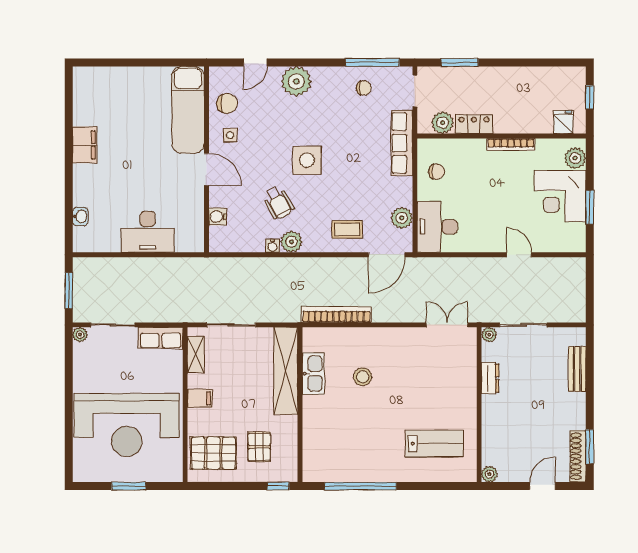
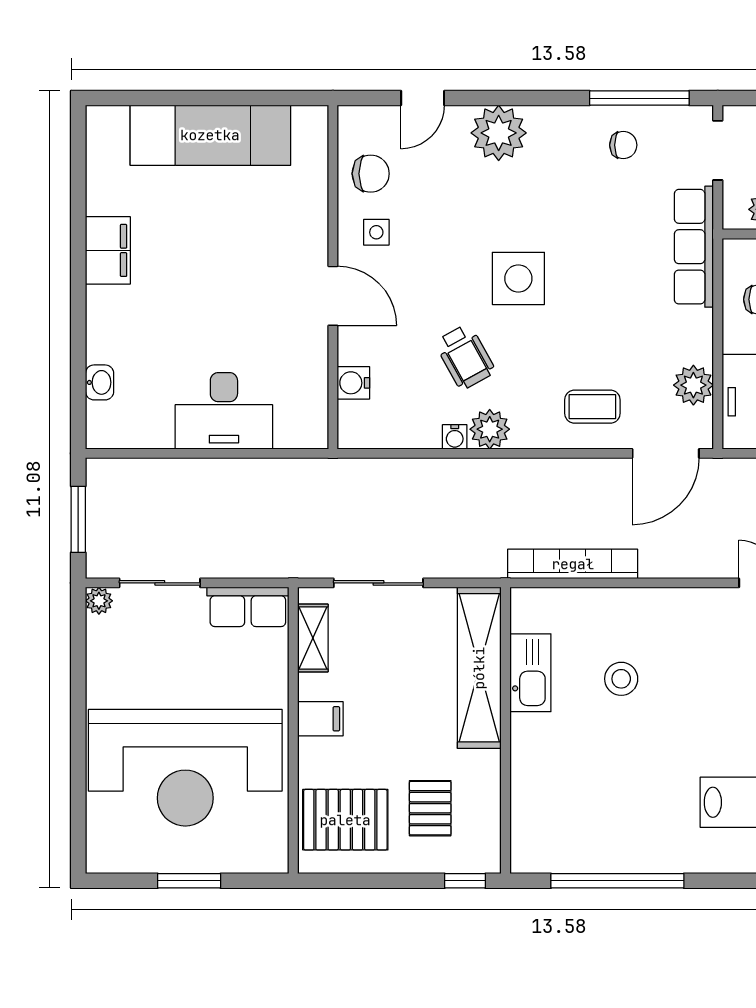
exam couch: (188, 110) -> (210, 135), moved, turned -90

